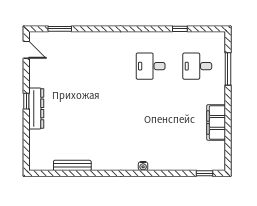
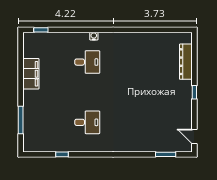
desk: (197, 66) -> (87, 62), moved
dresser: (36, 108) -> (186, 62), moved
bench: (72, 165) -> (155, 37), removed

